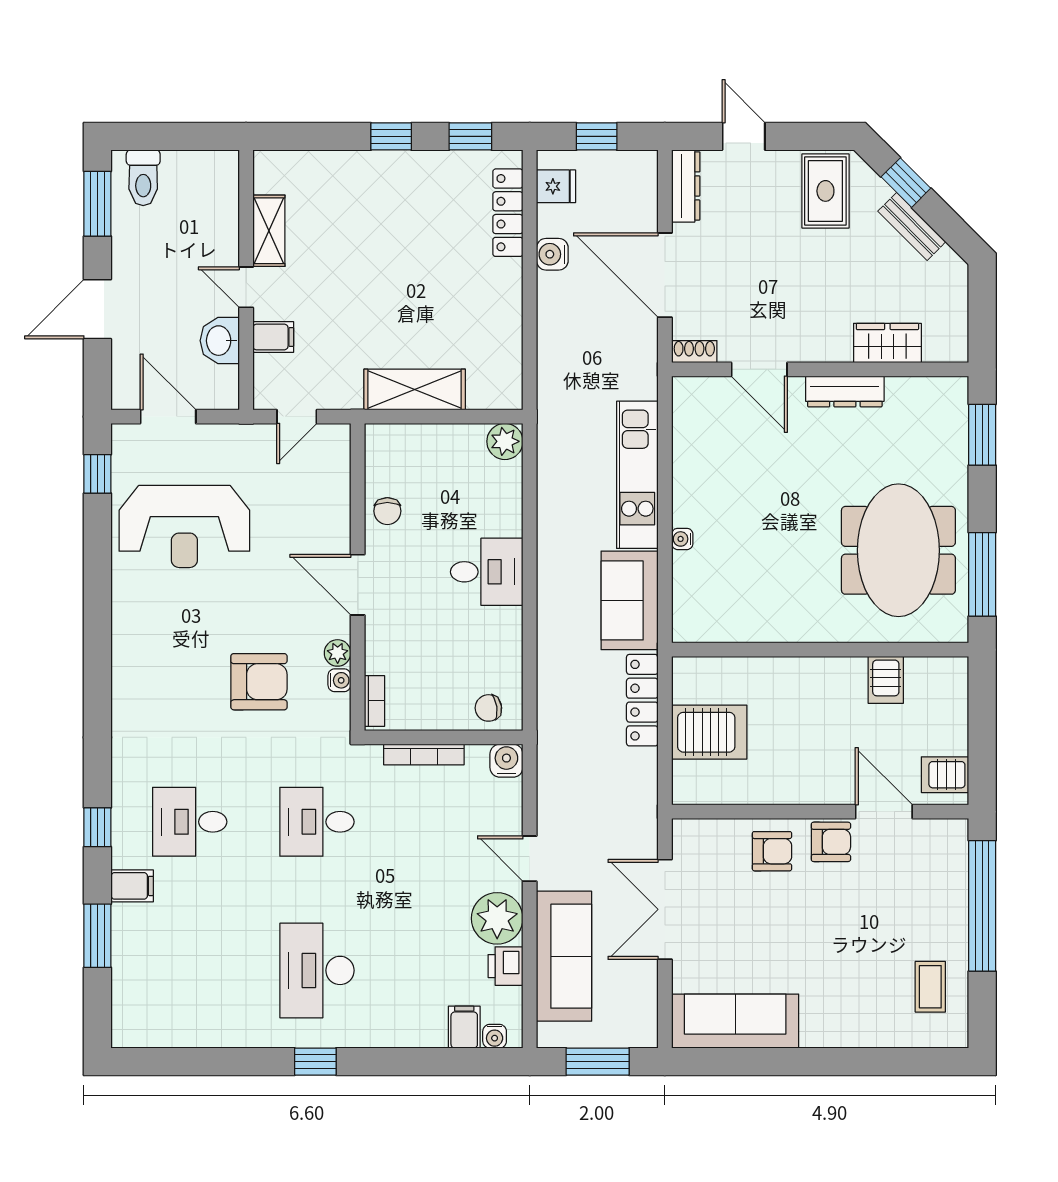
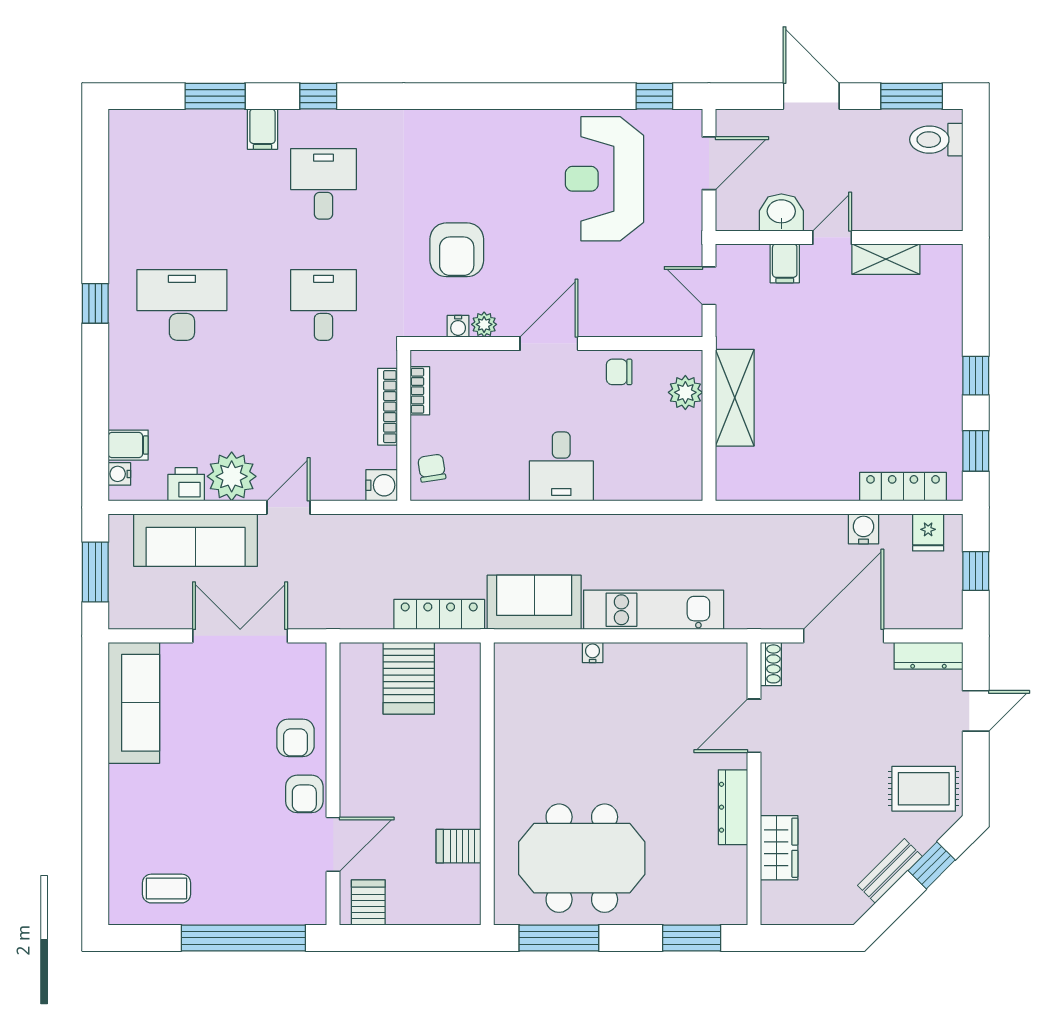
plant: (505, 441) -> (685, 392), moved
bookcase: (374, 701) -> (420, 391), moved, turned -90

